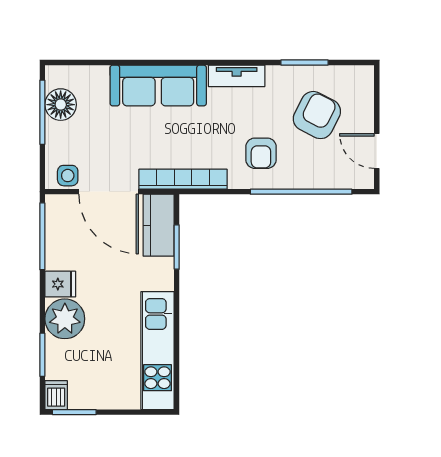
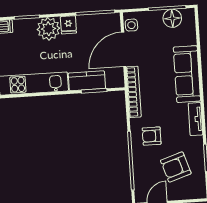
armchair: (317, 115) -> (176, 167), turned 135
kitchen counter: (159, 225) -> (87, 81), moved

